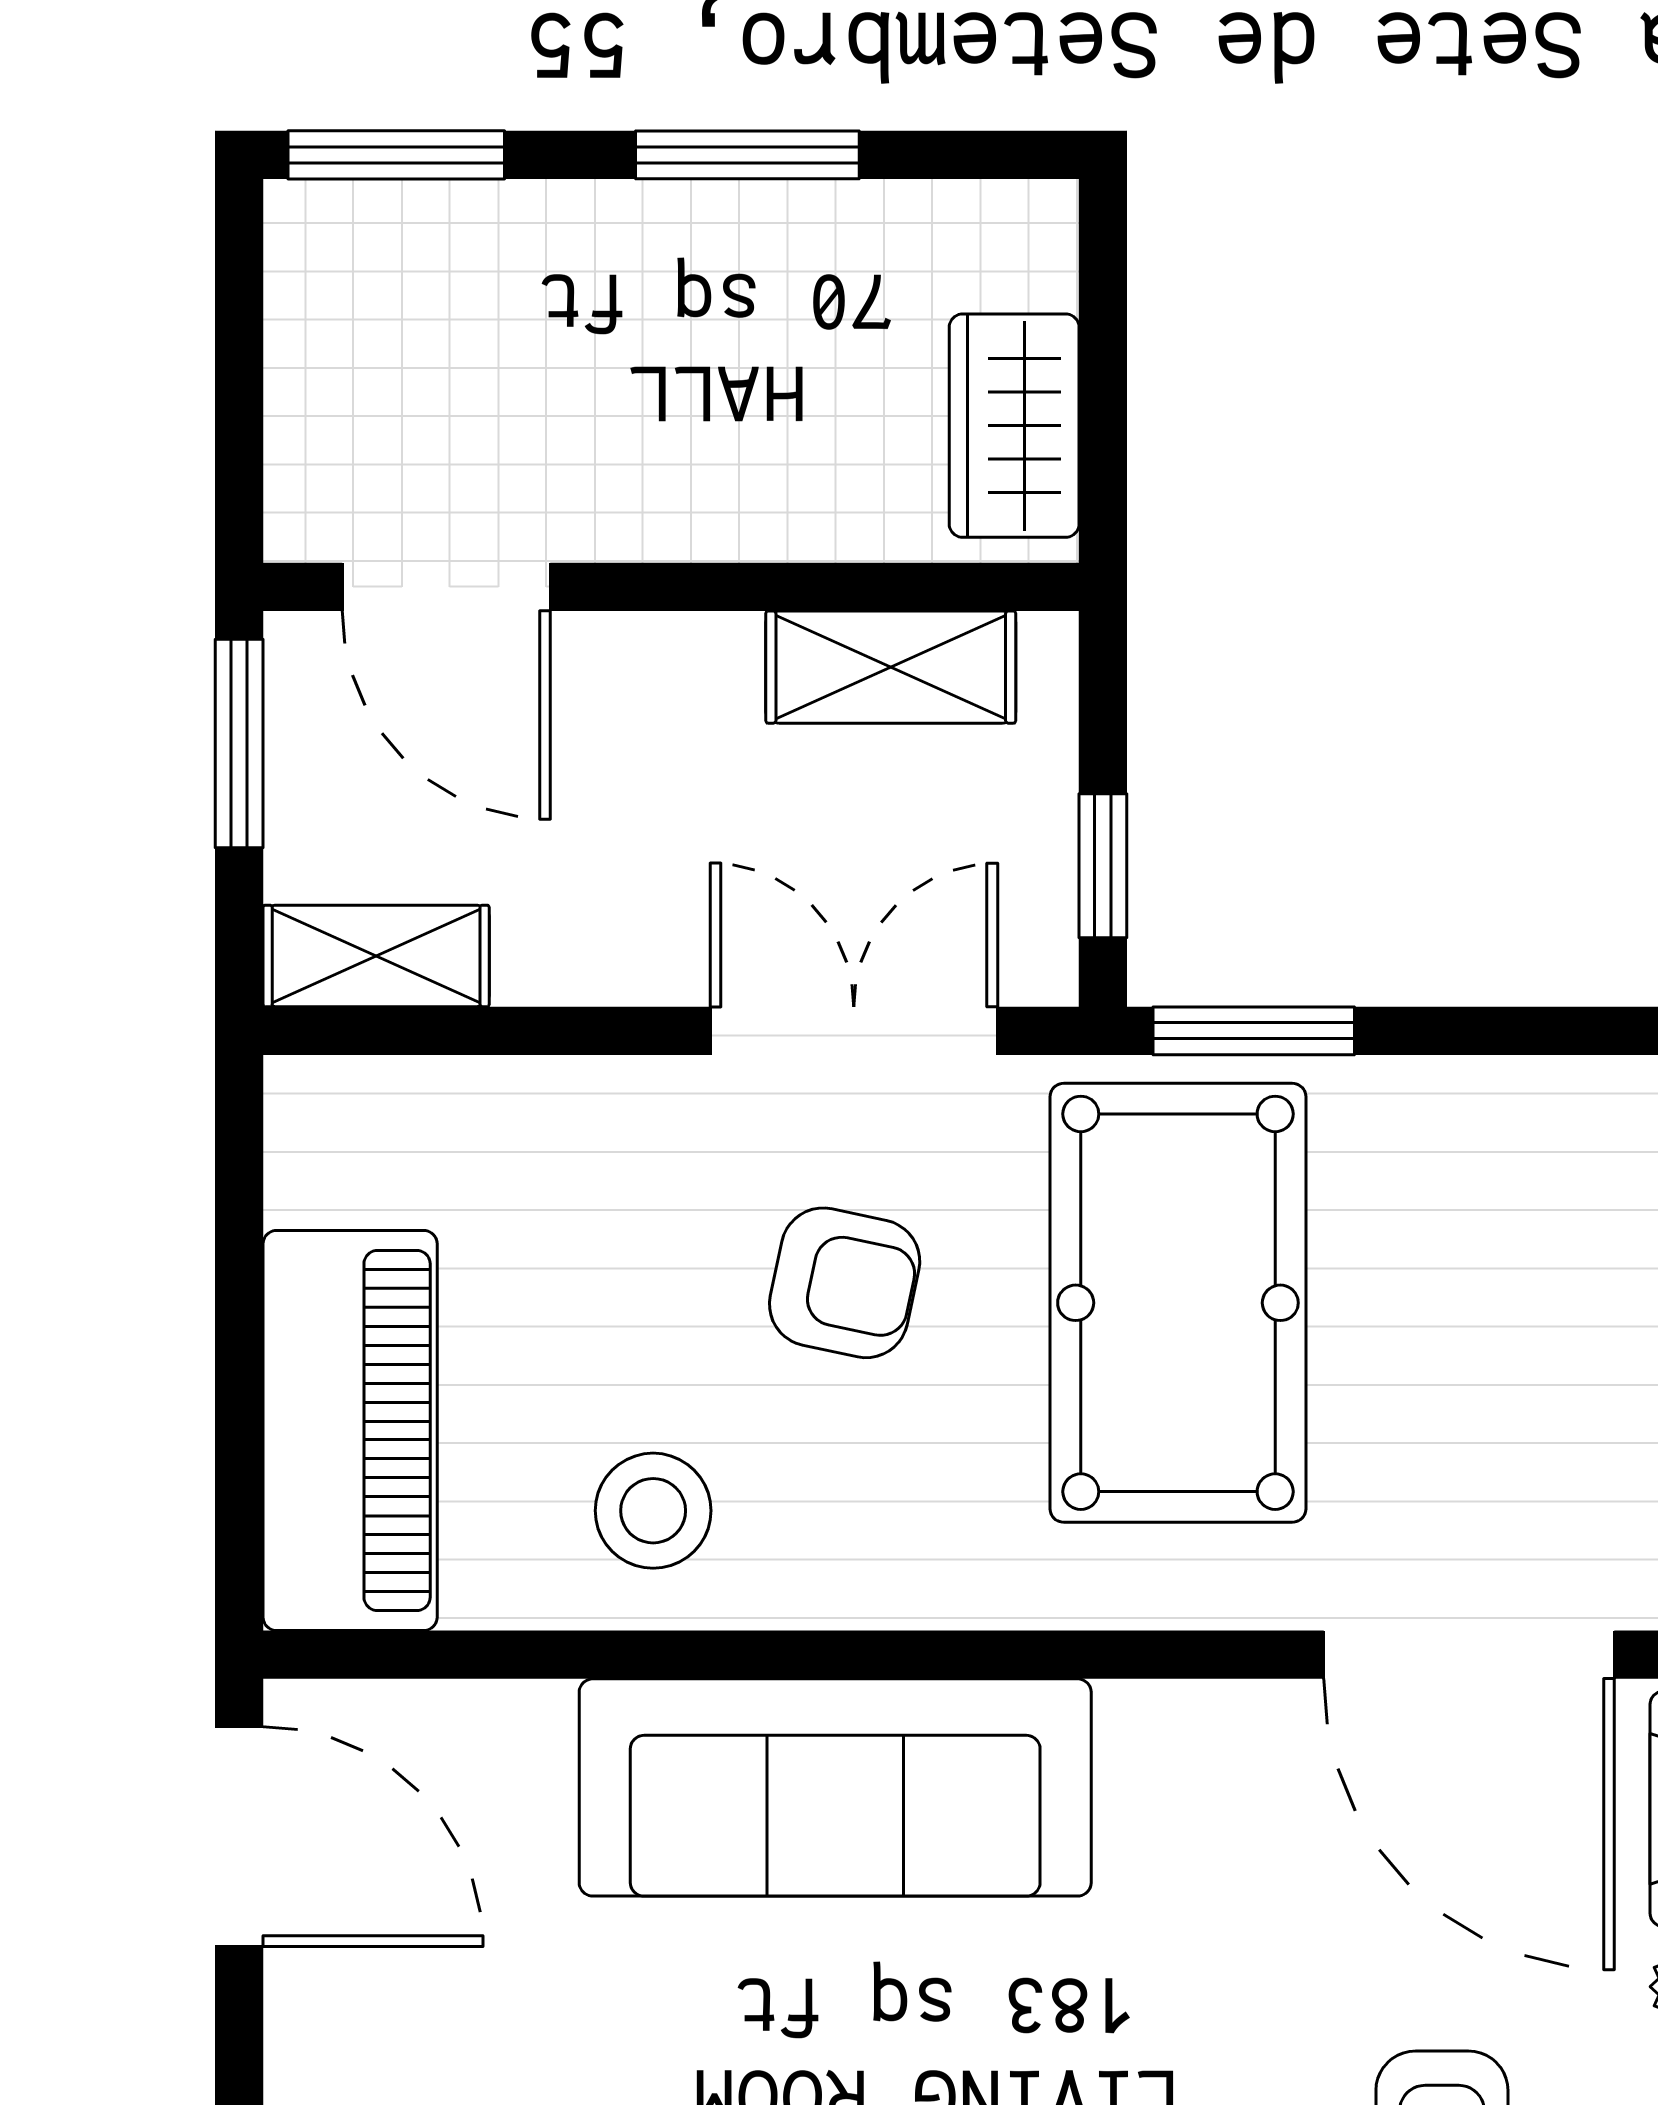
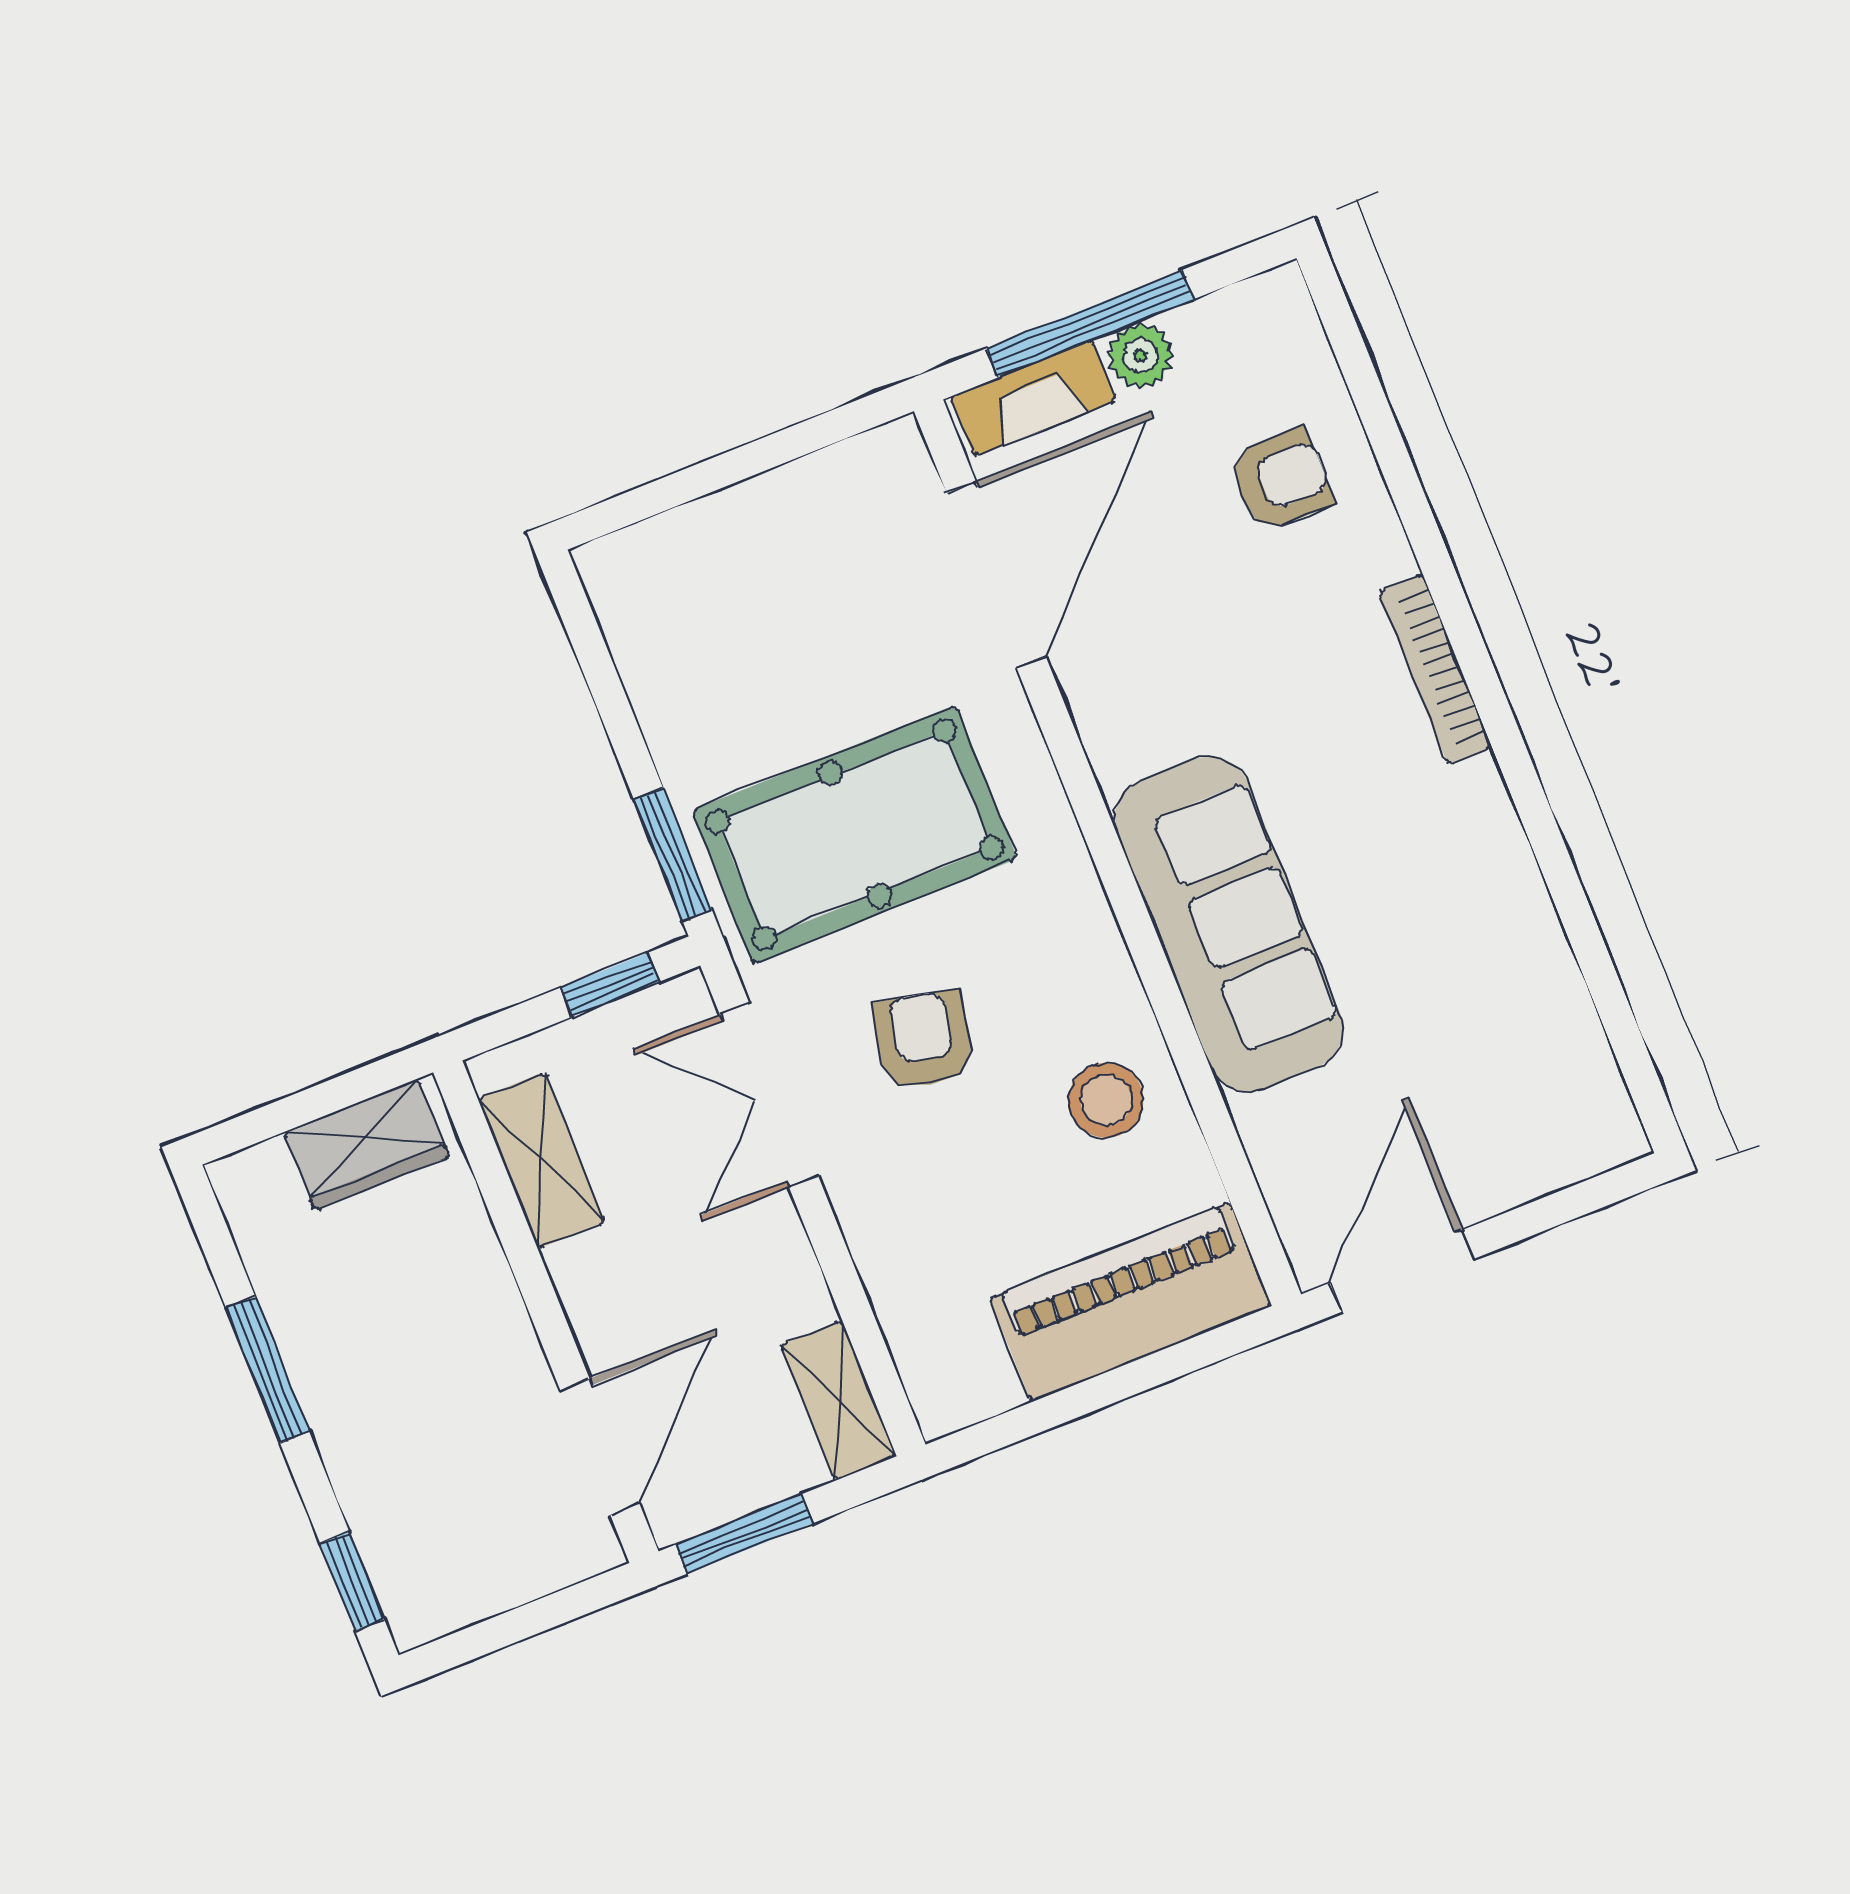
window: (396, 155) -> (352, 1581), width x0.67

